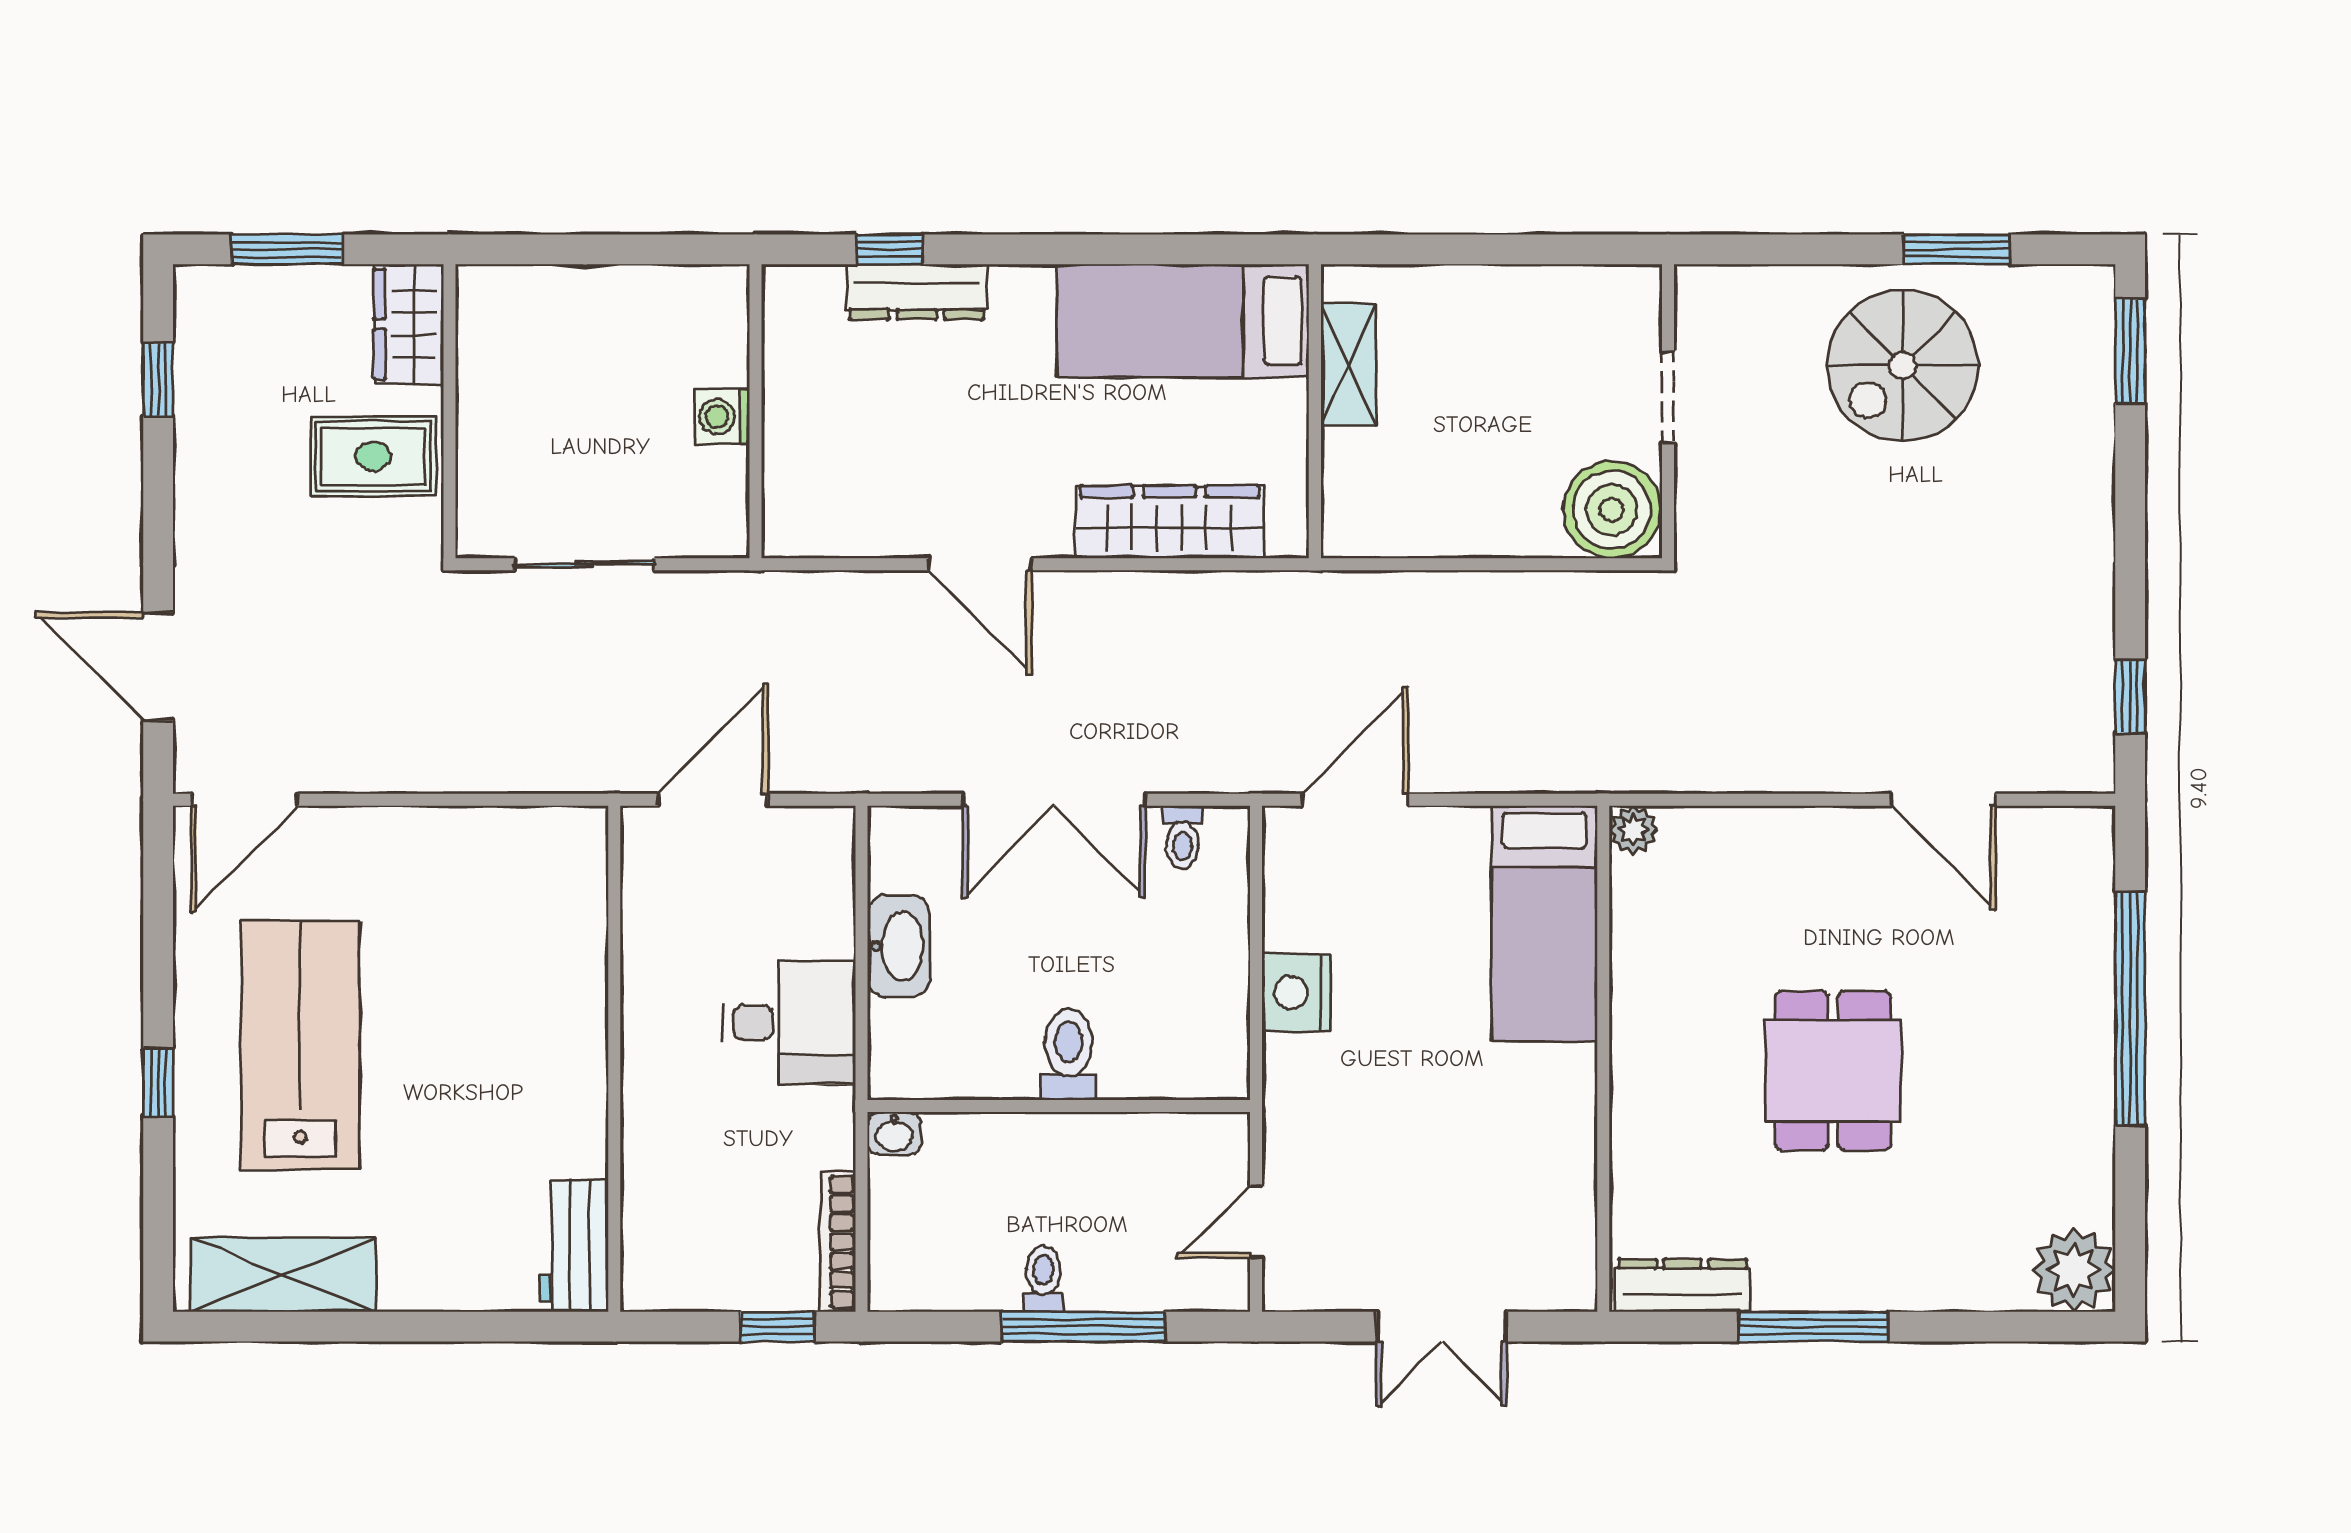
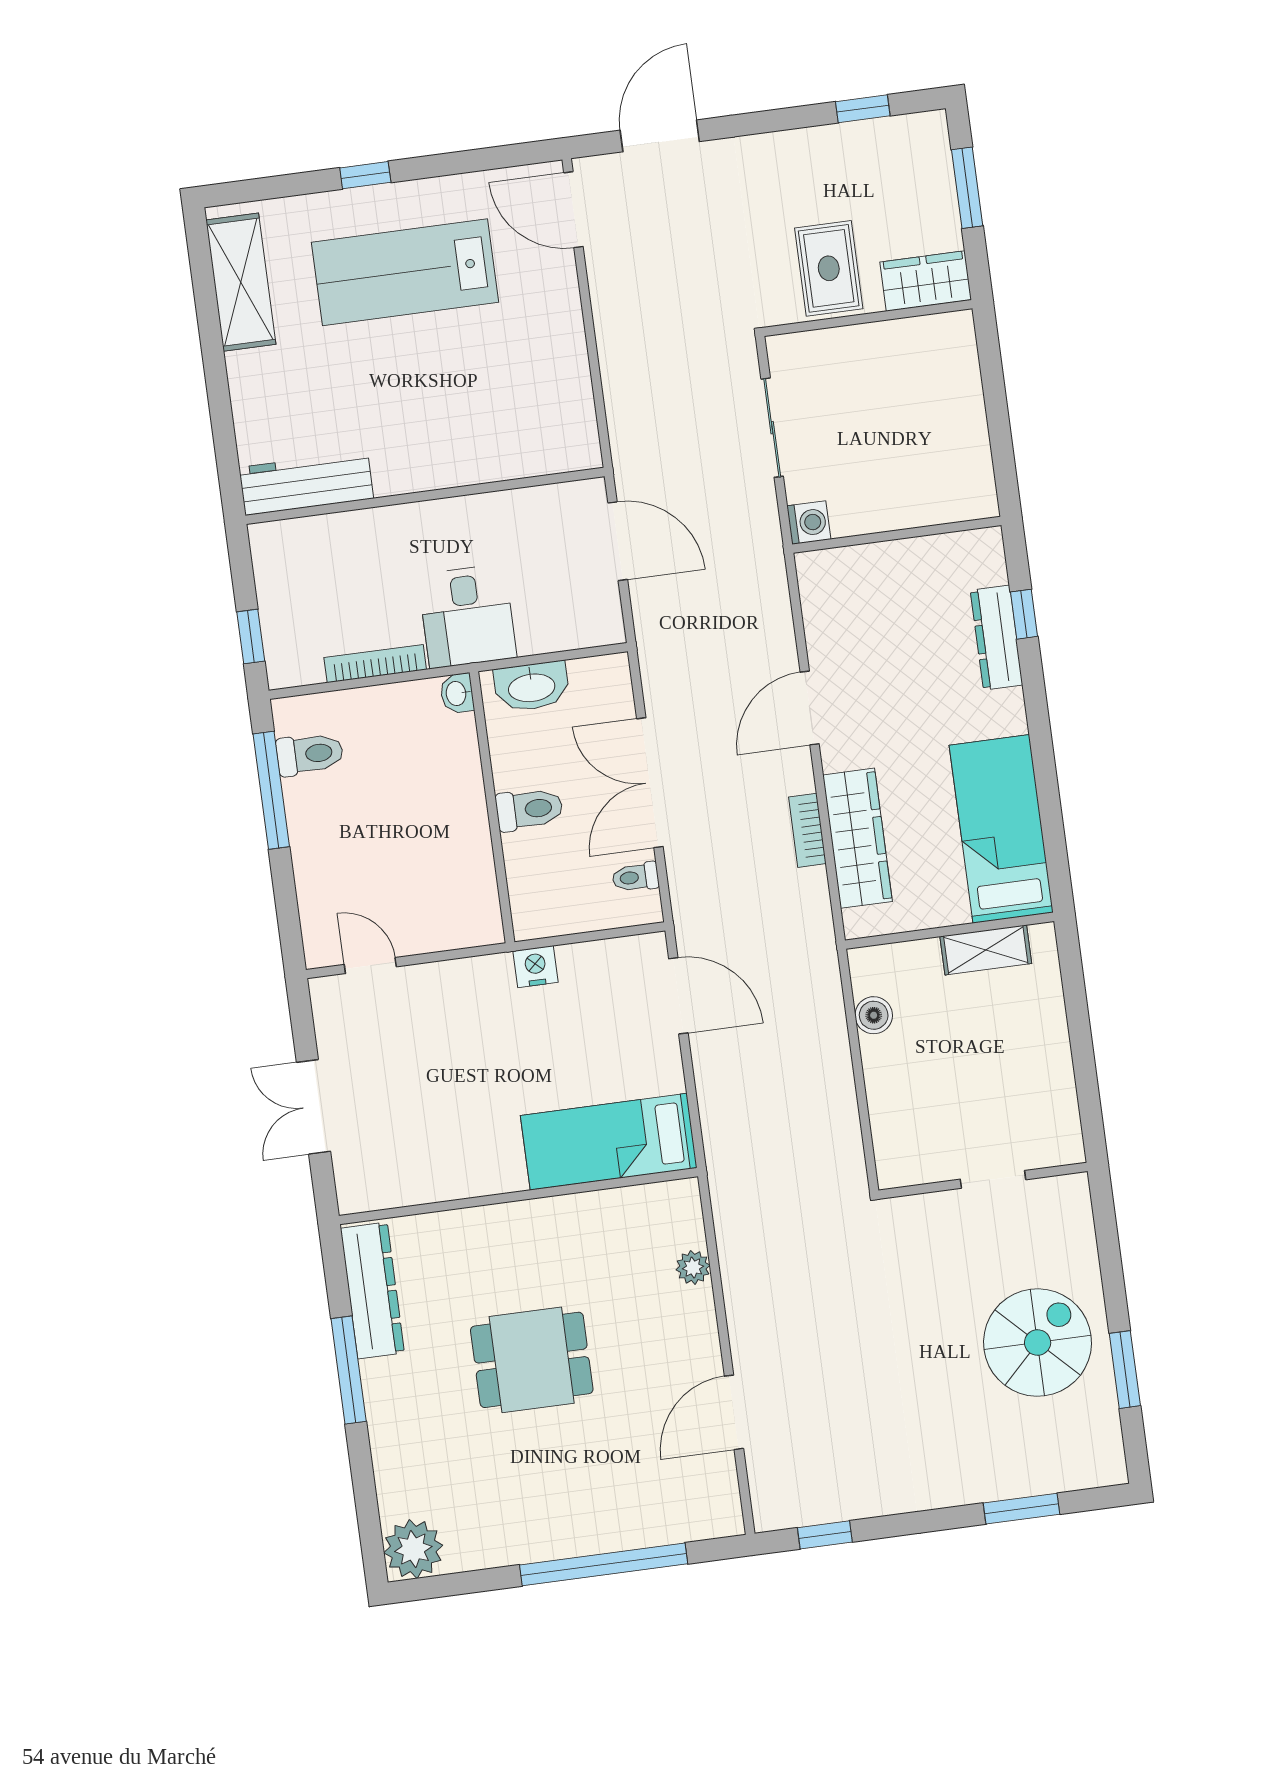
window: (2130, 351) -> (1022, 1509), moved
spiral stairs: (1903, 365) -> (1038, 1343), turned 90
washing machine: (722, 417) -> (809, 523), moved, turned 90
boiler: (1612, 510) -> (874, 1015), moved, width x0.54, depth x0.54
bookcase: (1149, 590) -> (807, 830), added
plant: (1633, 830) -> (693, 1267), moved
nightstand: (1297, 993) -> (535, 967), width x0.74, depth x0.75
lab bench: (300, 1045) -> (405, 272), turned 180
toilet: (1069, 1054) -> (529, 809), moved
wall: (1059, 1106) -> (492, 807), moved
washbasin: (894, 1133) -> (457, 693), moved
bookcase: (838, 1242) -> (375, 664), moved
workbench: (574, 1246) -> (306, 483), width x1.38
toilet: (1043, 1279) -> (310, 754), moved, width x1.37, depth x1.39
dresser: (1683, 1285) -> (372, 1290), width x1.37, depth x1.24
window: (1083, 1327) -> (271, 790), moved

